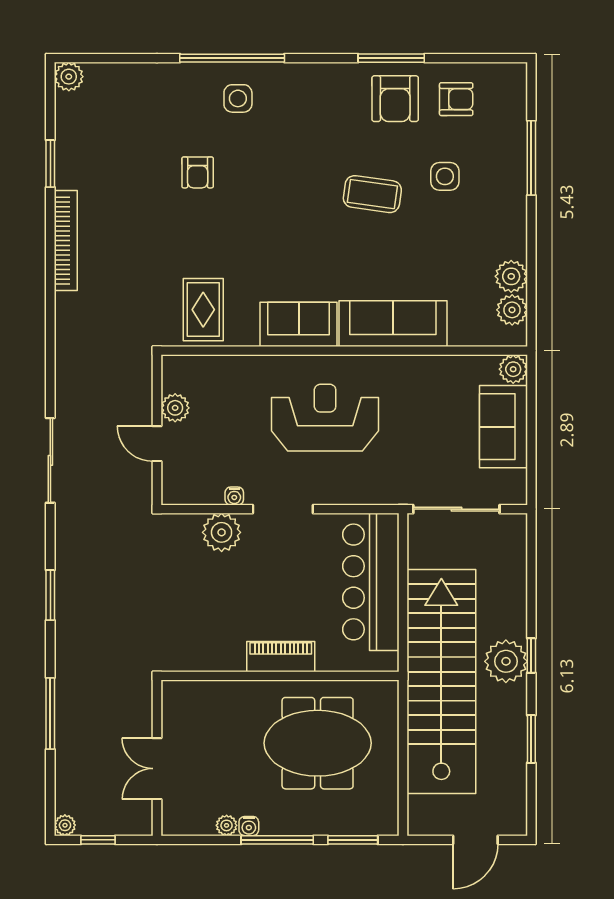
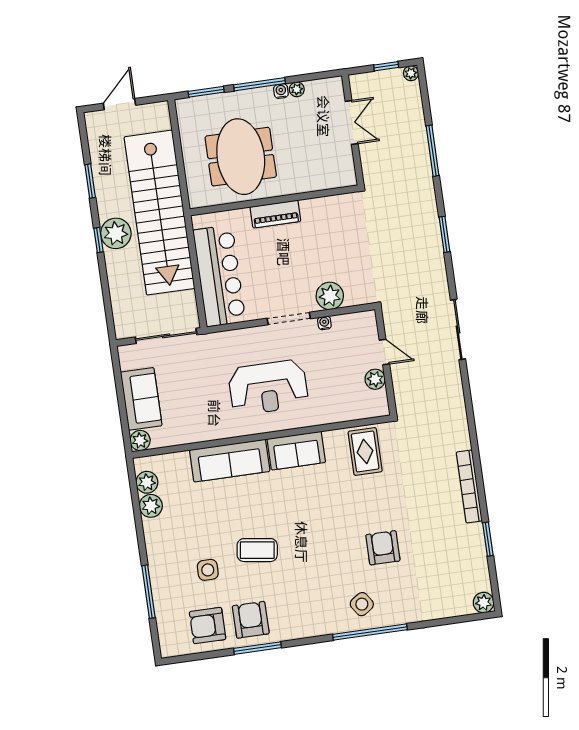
side table: (238, 98) -> (362, 604), turned -34
armchair: (456, 99) -> (208, 626), width x1.38, depth x1.38
armchair: (198, 172) -> (383, 548), width x1.38, depth x1.38
meeting table: (318, 743) -> (241, 157), turned 90

